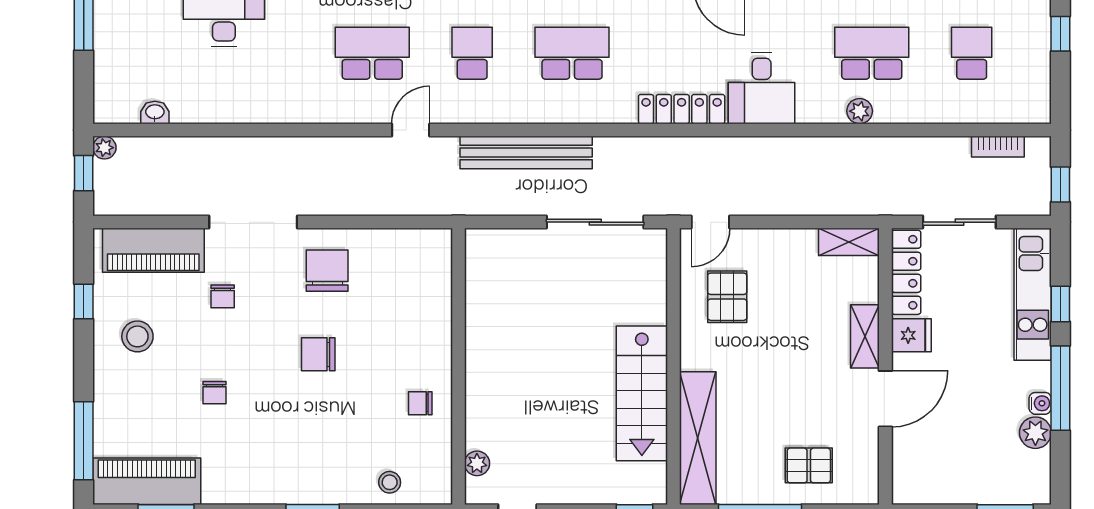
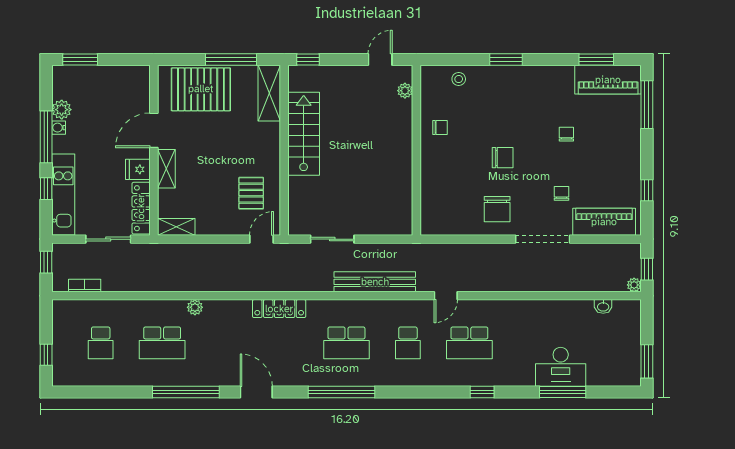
desk: (762, 88) -> (230, 321), removed
plant: (860, 111) -> (195, 307), moved
sliding door: (595, 222) -> (332, 239), width x0.73
stool: (137, 336) -> (614, 169), removed
shelving: (698, 438) -> (269, 93), width x0.68
pallet: (809, 465) -> (201, 89), width x2.05, depth x2.00

